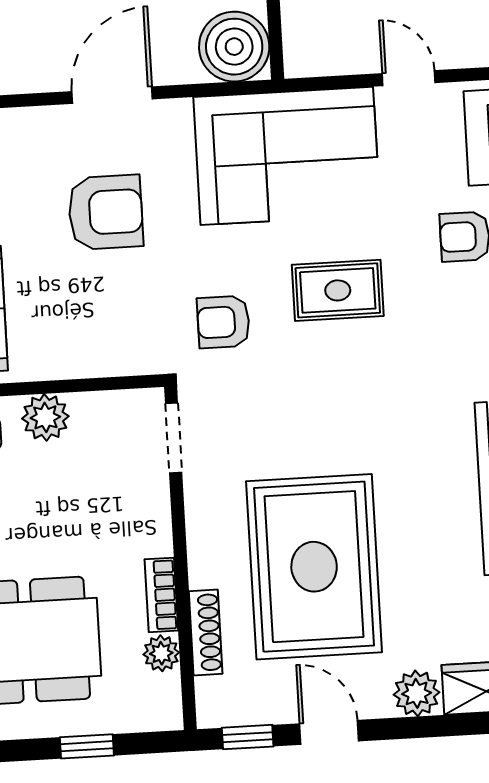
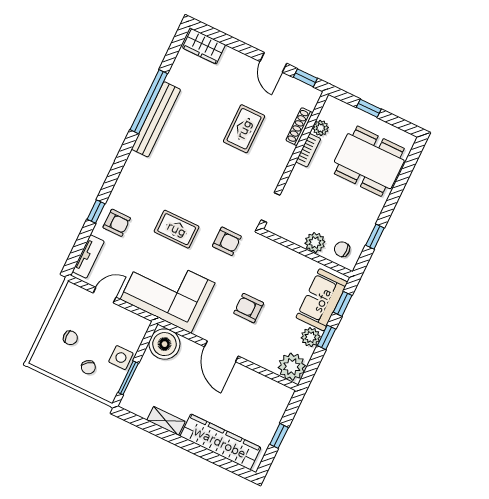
door: (409, 78) -> (105, 295), swing flipped
door: (112, 95) -> (221, 351), hinge flipped
armchair: (106, 212) -> (249, 308), width x0.72, depth x0.72
rug: (314, 567) -> (244, 129), width x0.54, depth x0.49
plant: (417, 693) -> (232, 59), removed

